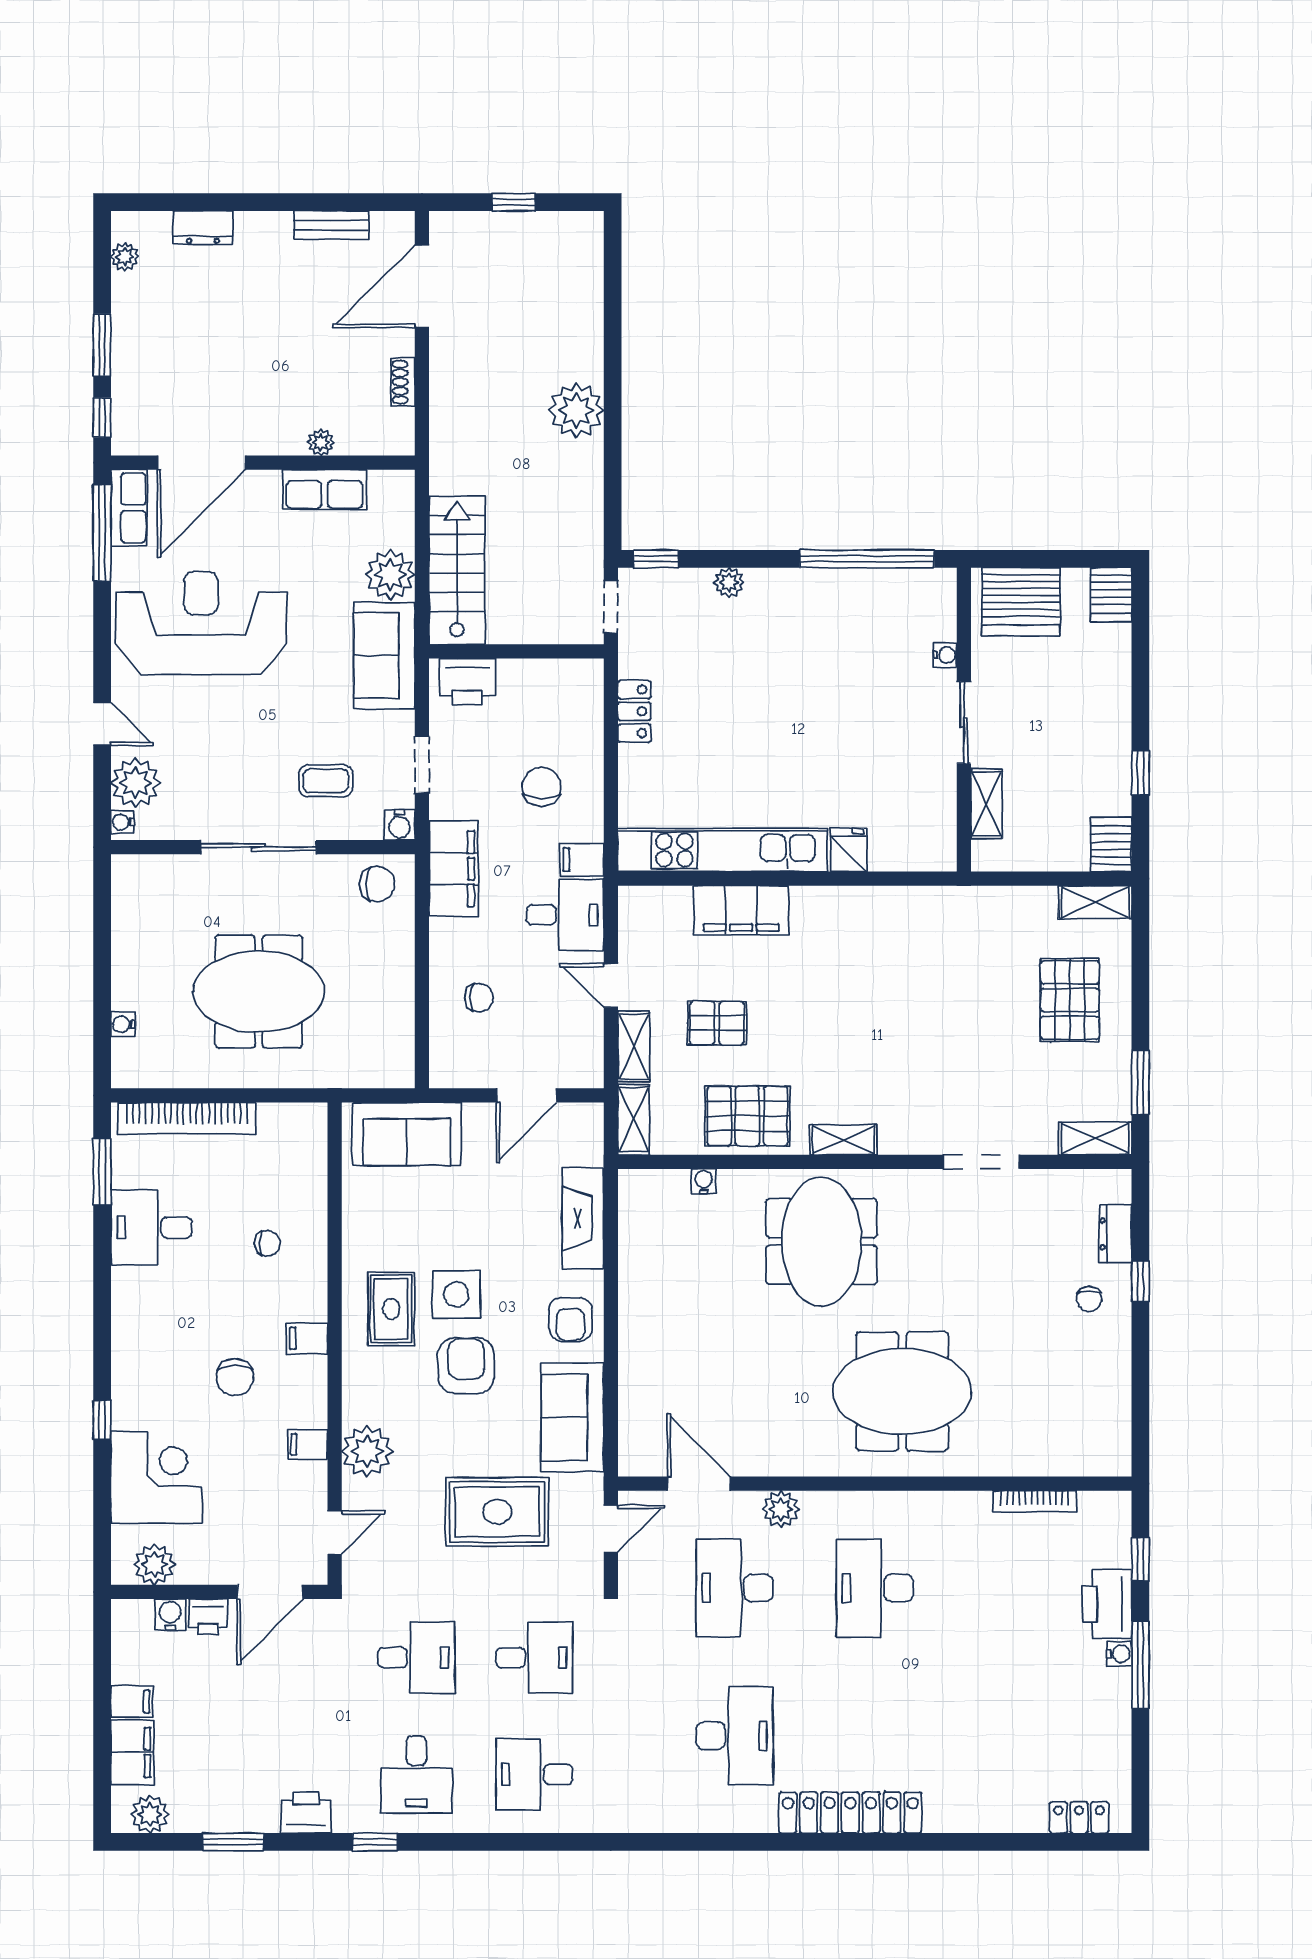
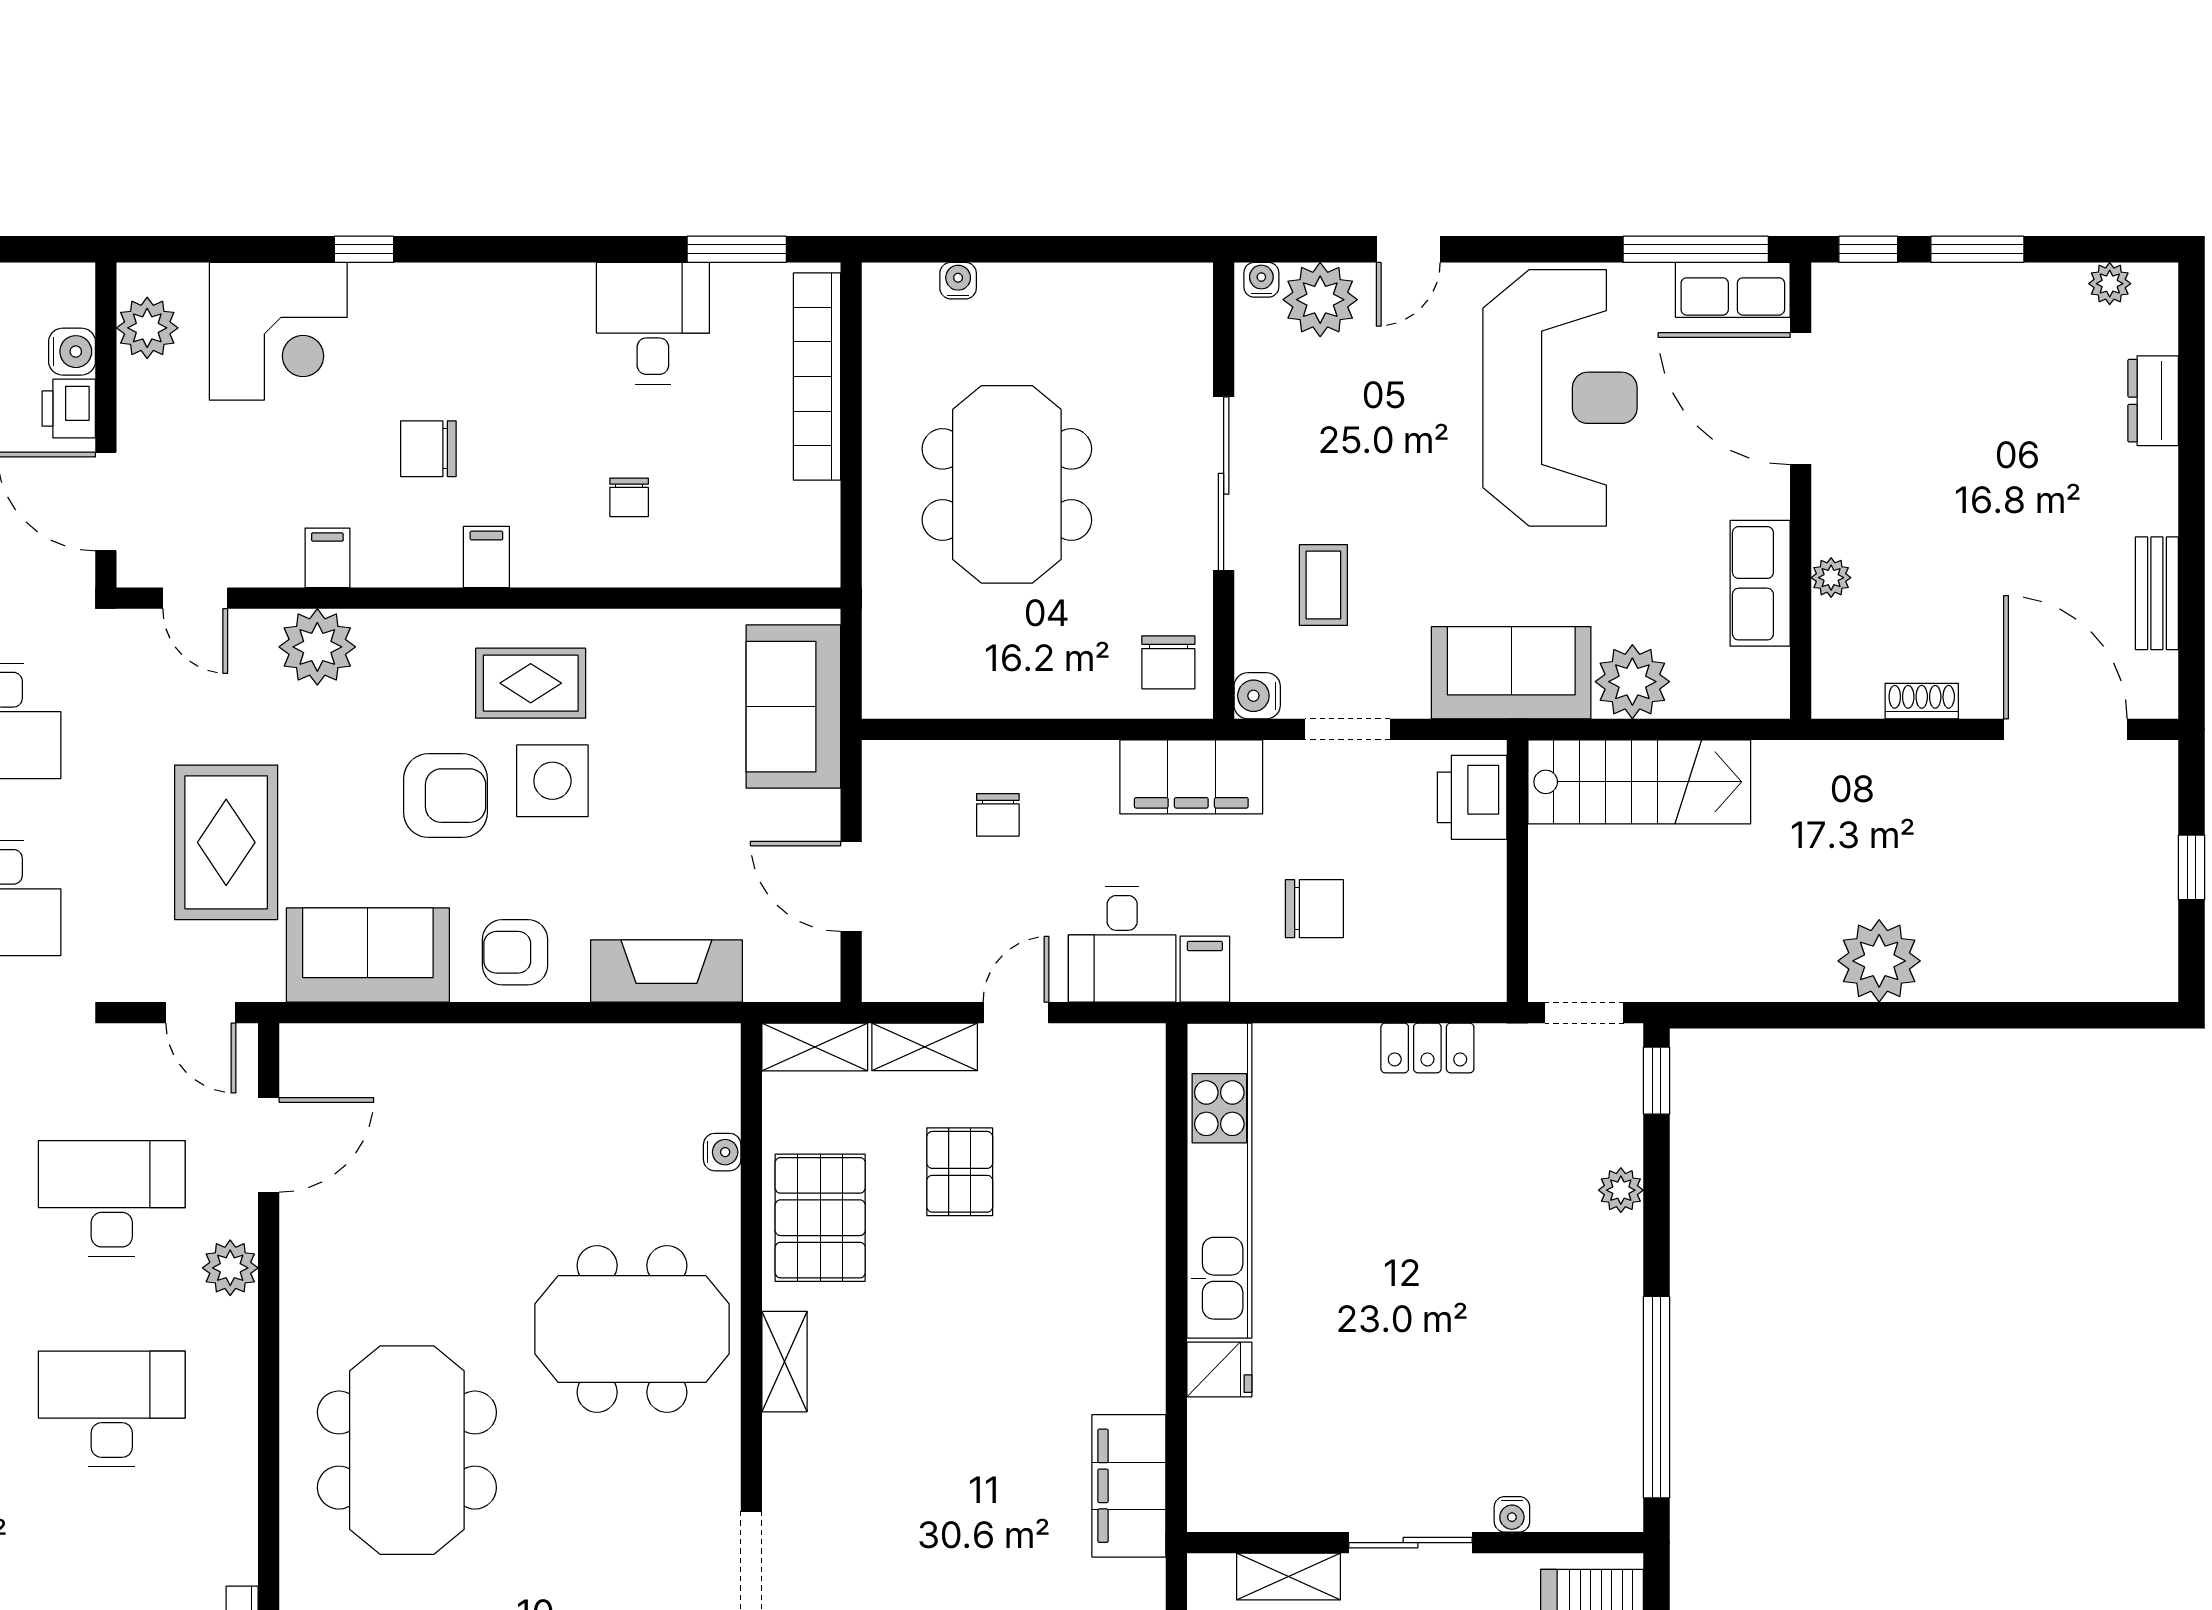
filing cabinet: (741, 910) -> (1129, 1486), moved

